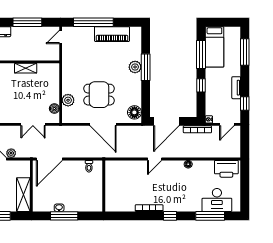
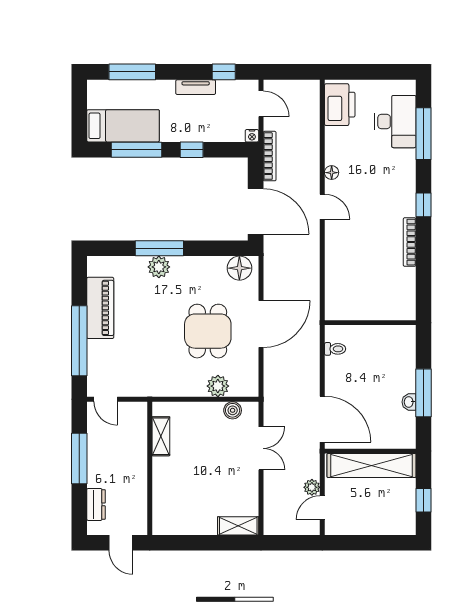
shelving: (26, 68) -> (161, 436), moved
door: (155, 159) -> (322, 207), moved
shelving: (23, 195) -> (371, 465), width x1.47

